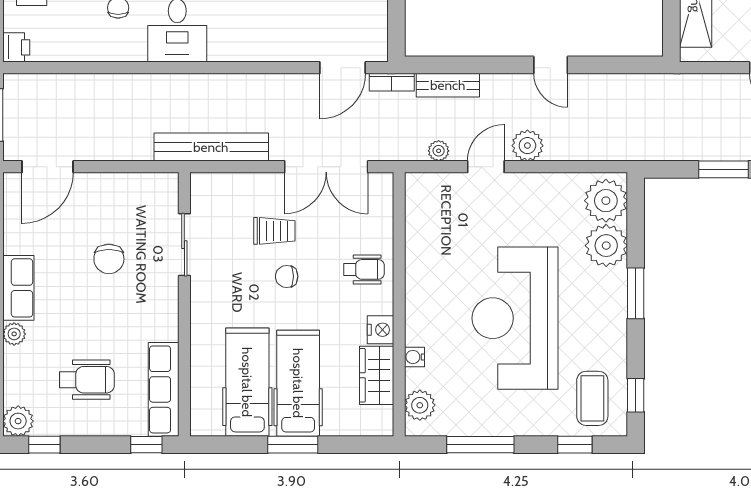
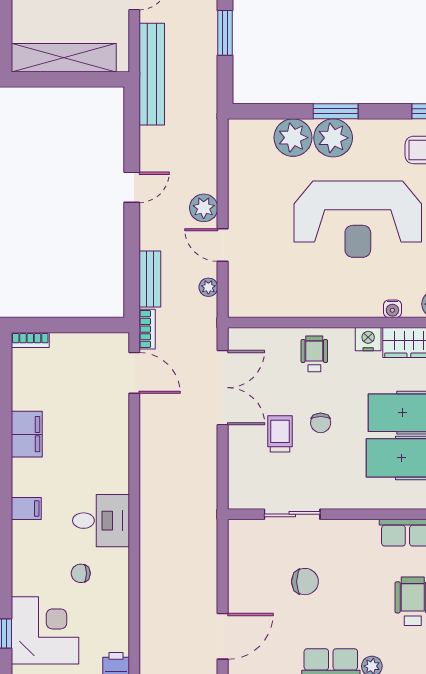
bench: (211, 147) -> (152, 74), moved
door: (48, 167) -> (223, 636), hinge flipped
plant: (606, 201) -> (333, 138), moved

